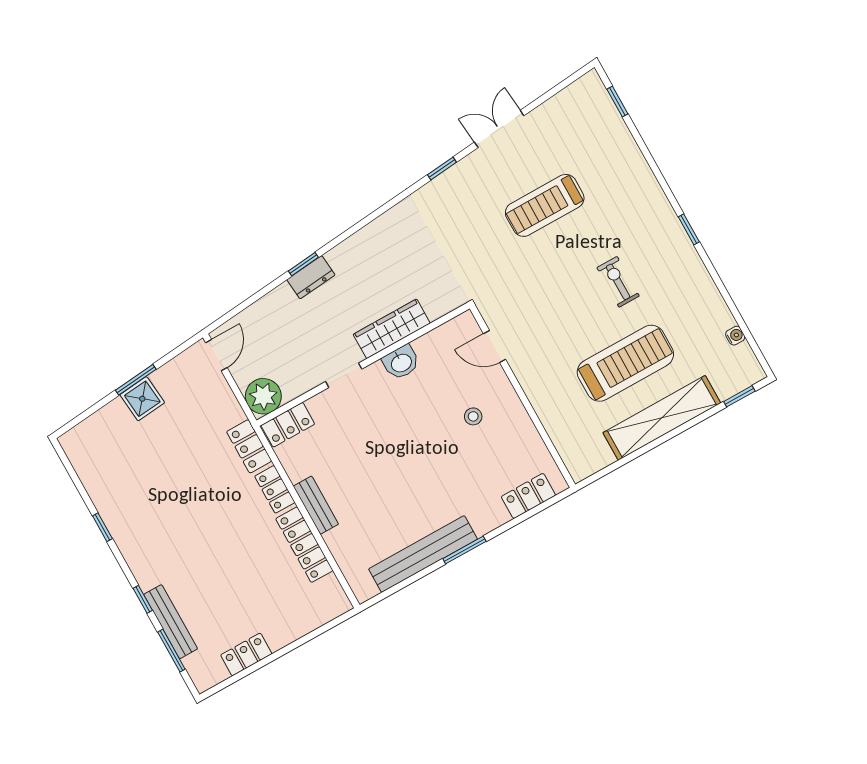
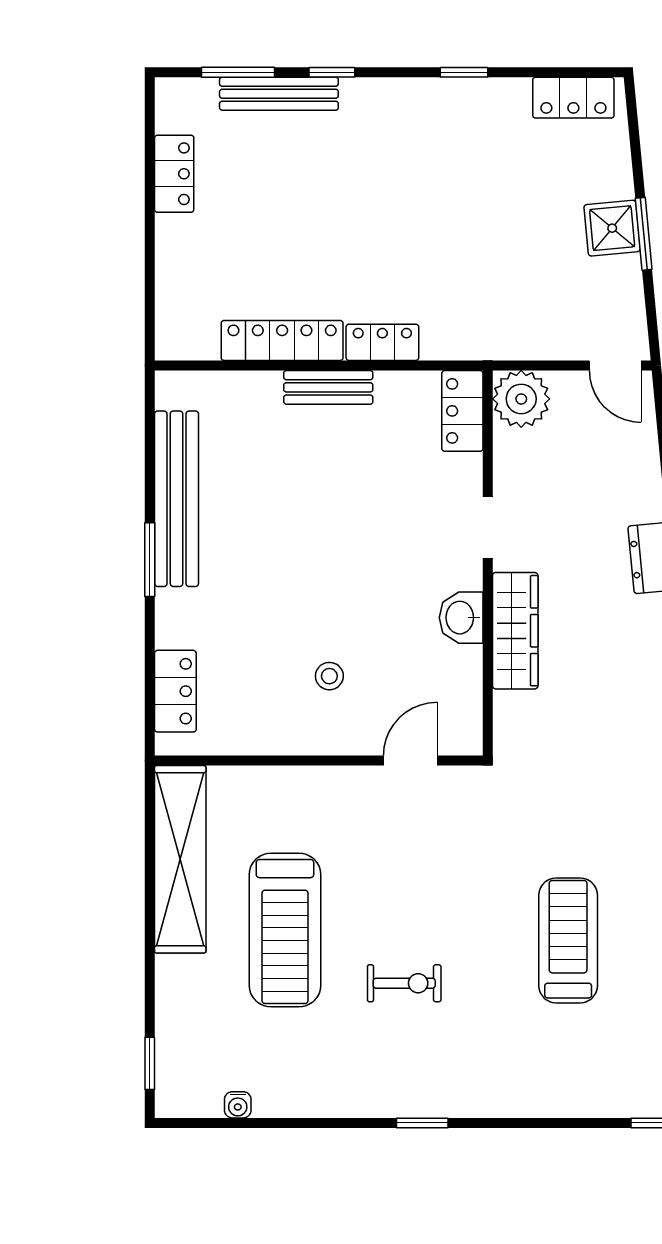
shelving: (662, 418) -> (180, 859), moved
locker: (249, 446) -> (573, 98), moved, turned 180

